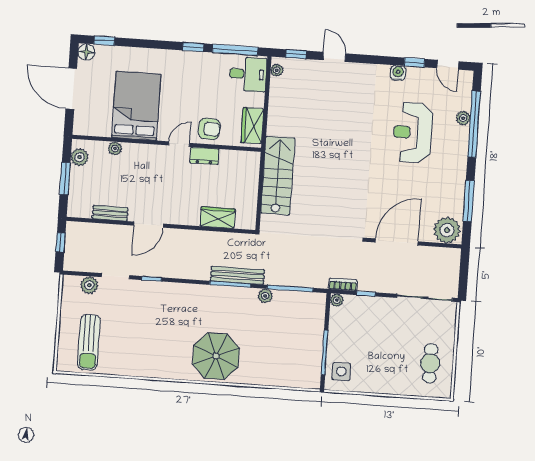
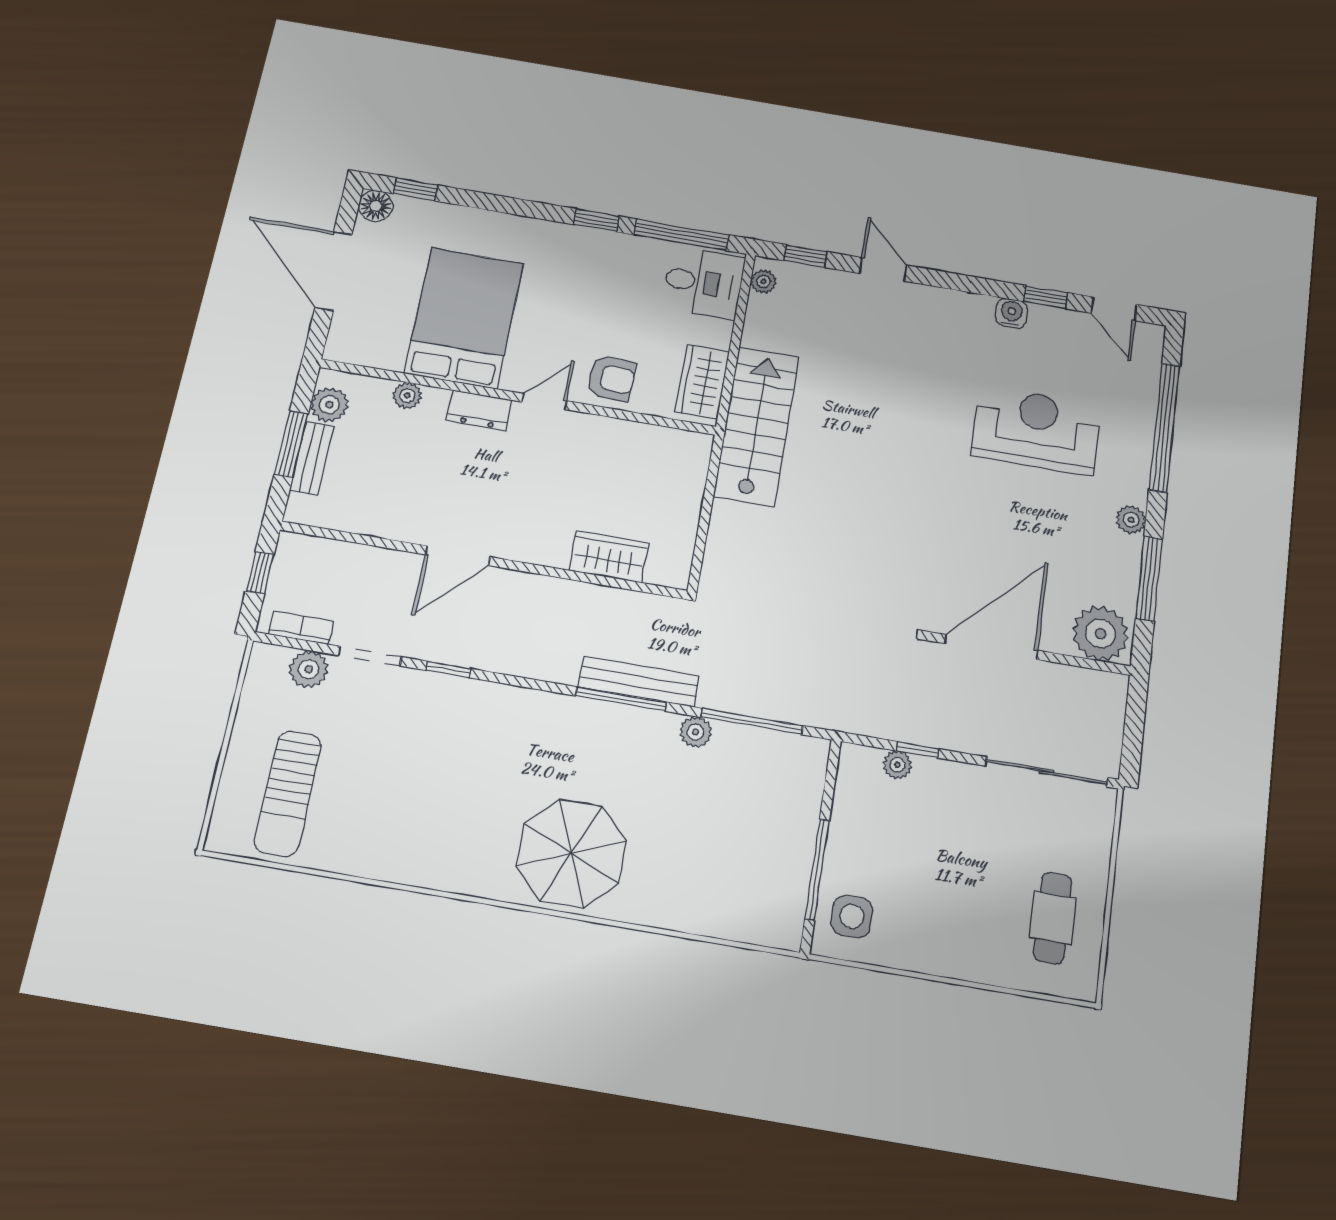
plant: (463, 118) -> (1131, 520), moved
reception desk: (413, 133) -> (1036, 430), turned 90
dresser: (204, 156) -> (479, 410), moved
stairs: (278, 176) -> (756, 426), moved
bench: (110, 213) -> (312, 458), moved, turned 90
bookcase: (343, 284) -> (301, 628), moved
plant: (337, 300) -> (897, 765), moved

